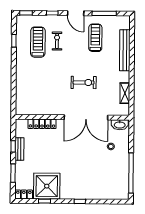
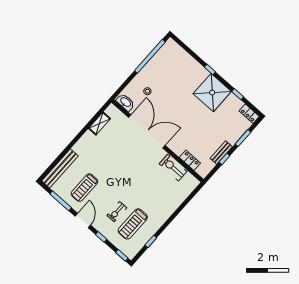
bench: (125, 50) -> (60, 168), moved
exercise bike: (84, 82) -> (173, 168), moved
locker: (42, 124) -> (190, 160), width x0.66
shower: (47, 186) -> (212, 93), moved

